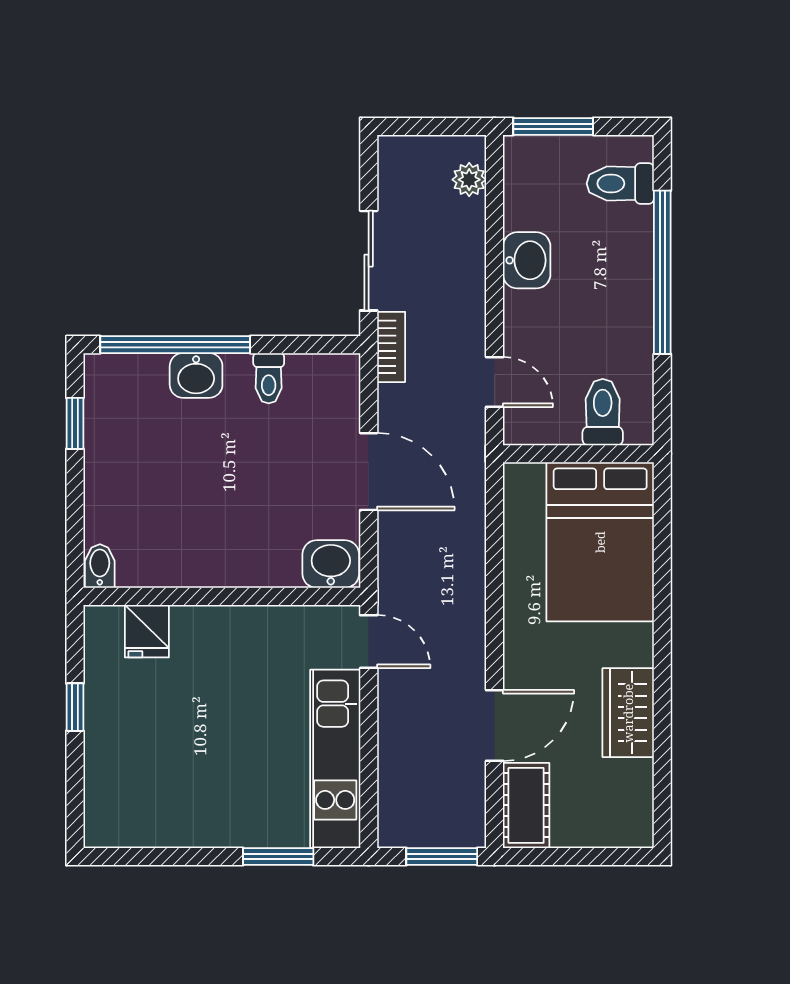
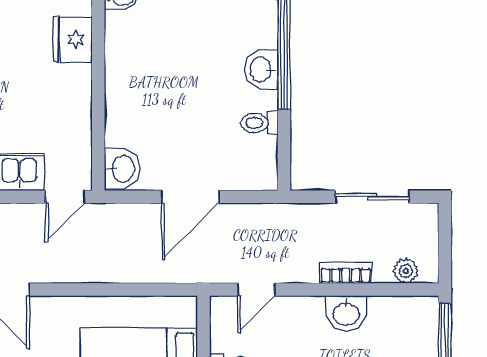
sliding door: (369, 261) -> (372, 197), moved
bookcase: (391, 347) -> (346, 273), moved, turned 180
fridge: (147, 631) -> (73, 39), width x1.38

